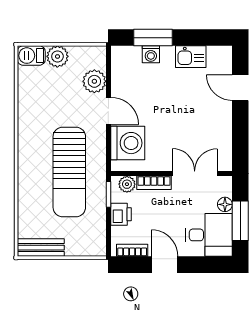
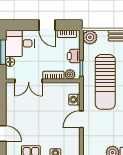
plant: (94, 81) -> (90, 37), moved
door: (108, 111) -> (81, 119), hinge flipped
washing machine: (128, 143) -> (74, 100), width x0.53, depth x0.53
sun lounger: (69, 172) -> (105, 82), turned 180

